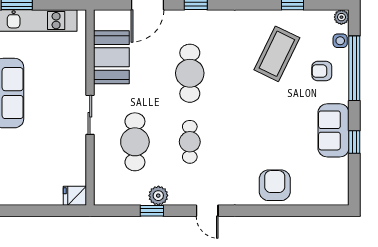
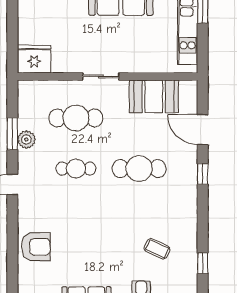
coffee table: (277, 54) -> (157, 249), width x0.54, depth x0.58
fridge: (75, 196) -> (34, 59), width x1.88, depth x1.34
window: (152, 211) -> (12, 134), width x1.50

